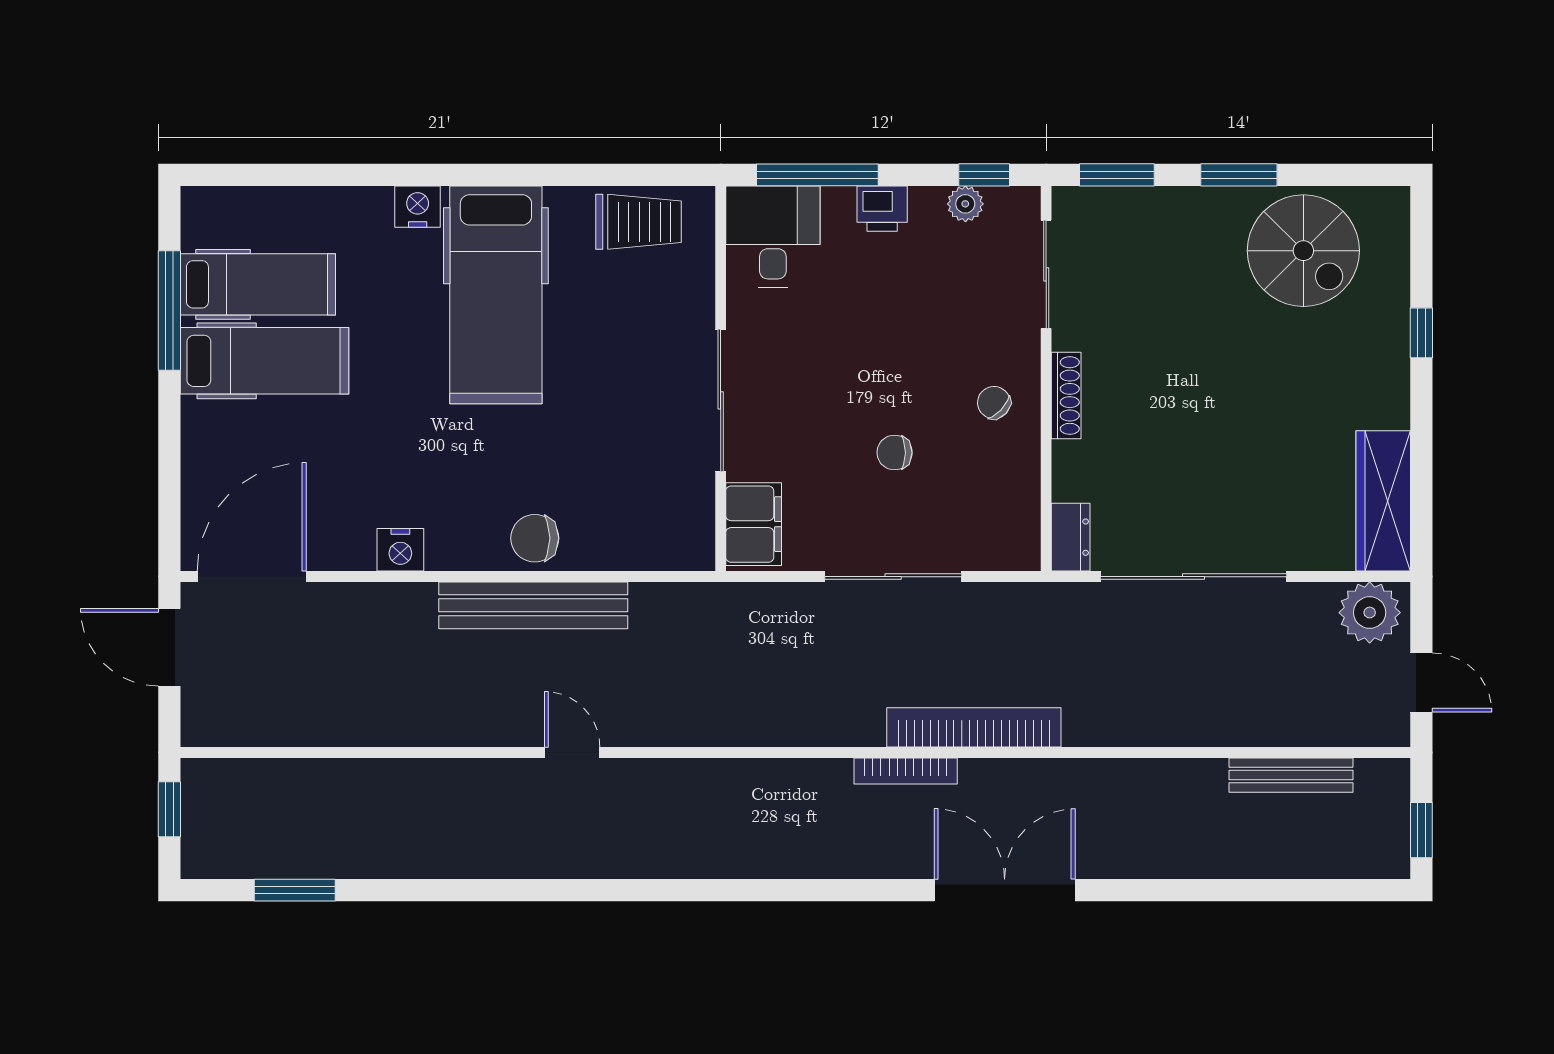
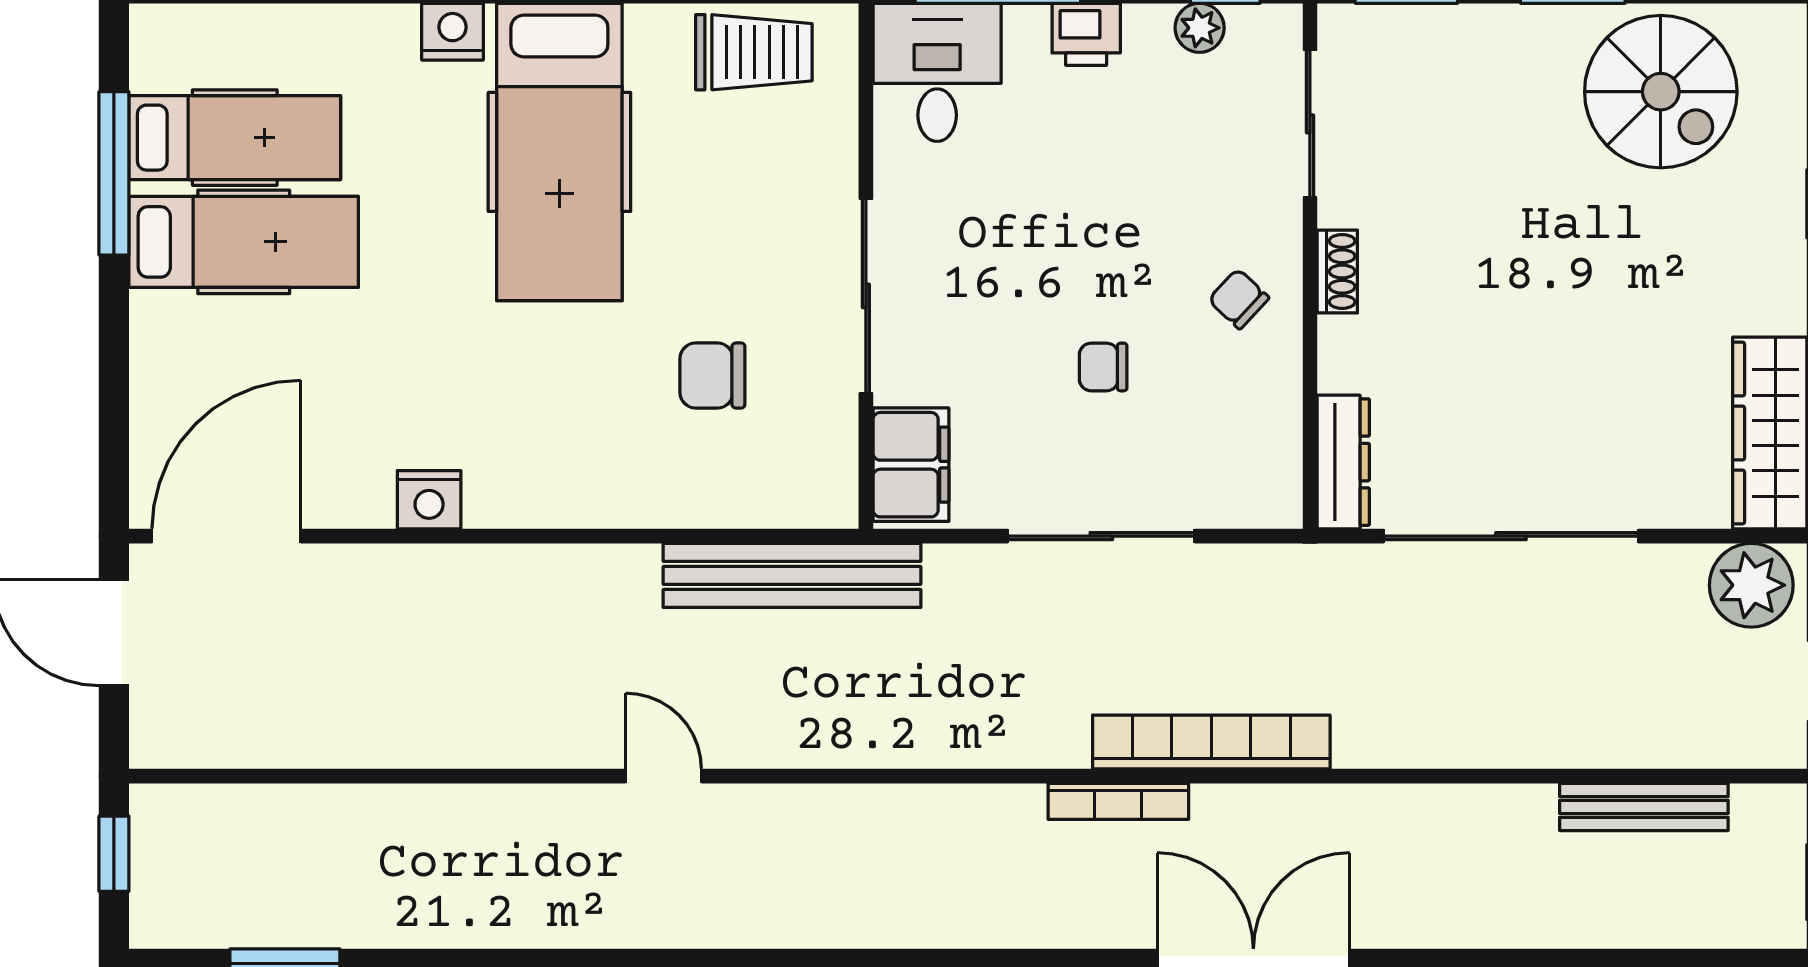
shoe rack: (1066, 396) -> (1337, 271), width x0.70
dresser: (1071, 537) -> (1343, 462), width x1.44
chair: (535, 538) -> (712, 376), moved
bench: (533, 605) -> (792, 575), moved

